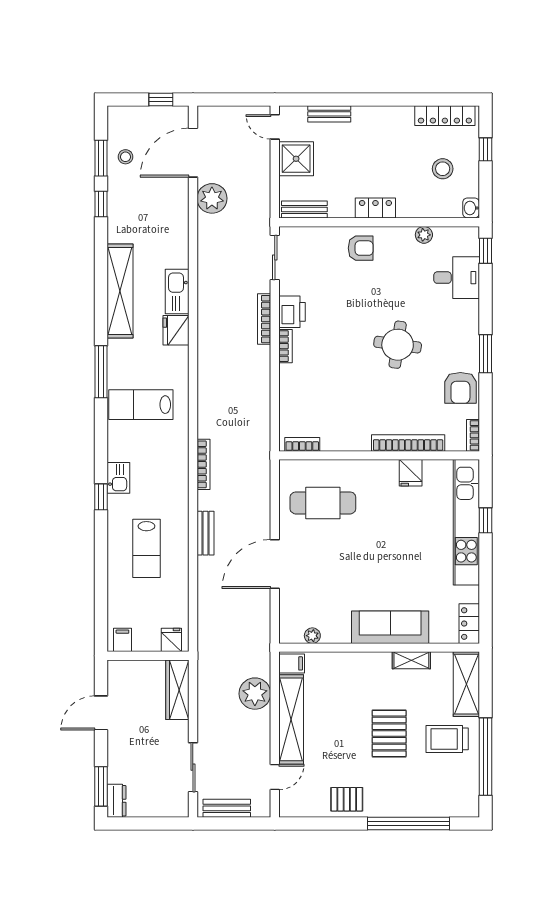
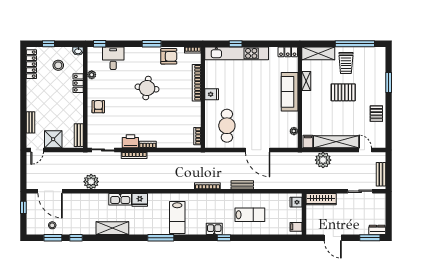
plant: (212, 198) -> (91, 182), moved
locker: (375, 208) -> (78, 83), moved
shelving: (120, 291) -> (112, 228), width x0.68
fridge: (411, 473) -> (212, 94), moved
window: (409, 823) -> (389, 83), width x0.47

